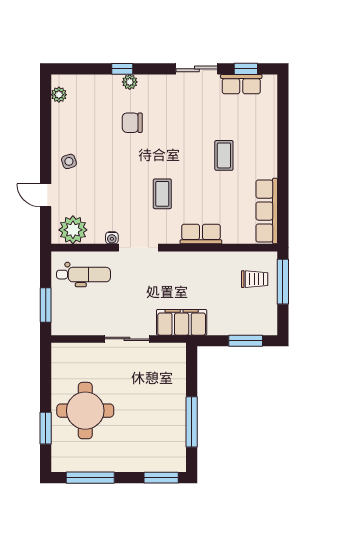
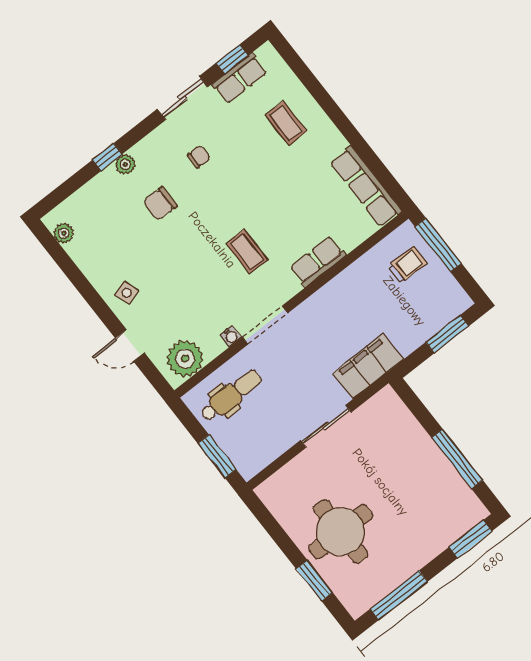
chair: (179, 112) -> (199, 157), added
coffee table: (224, 155) -> (286, 123), moved

